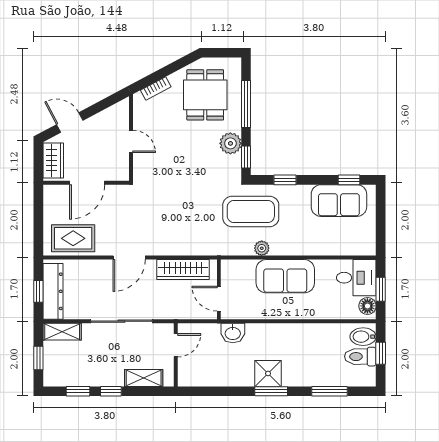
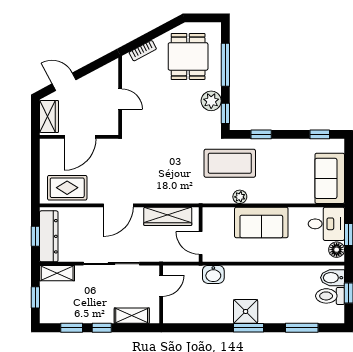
sofa: (339, 201) -> (330, 178), moved, turned 90

